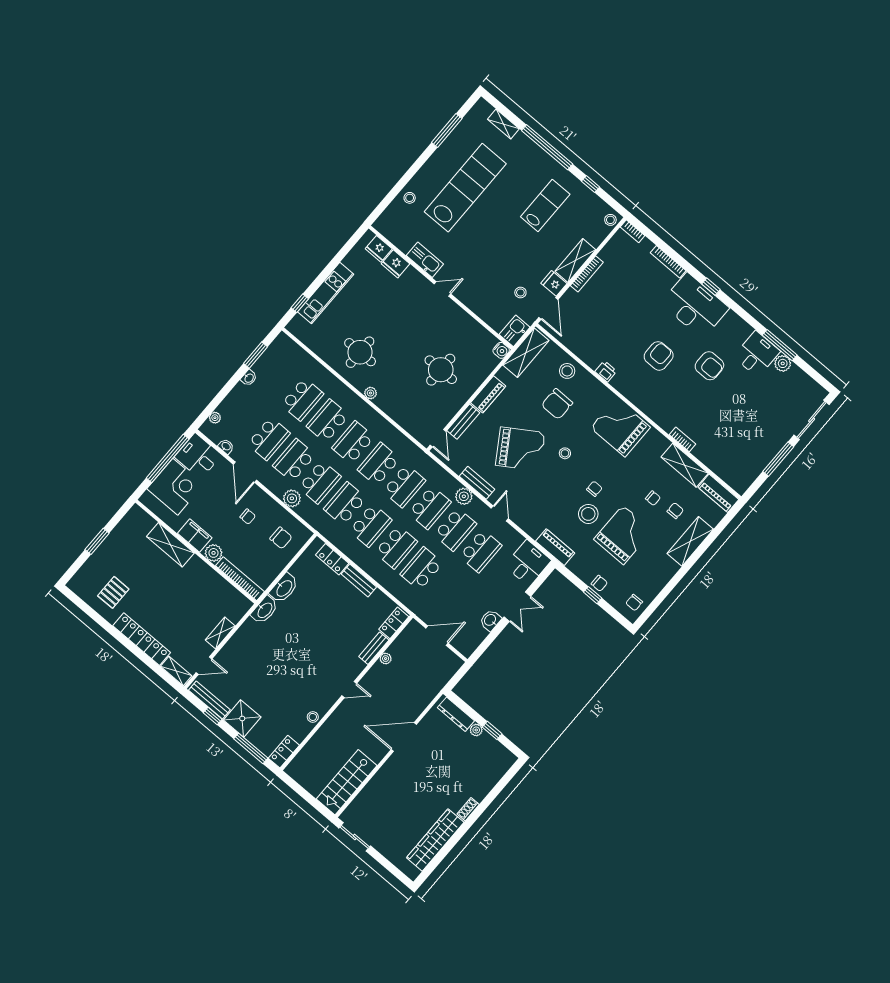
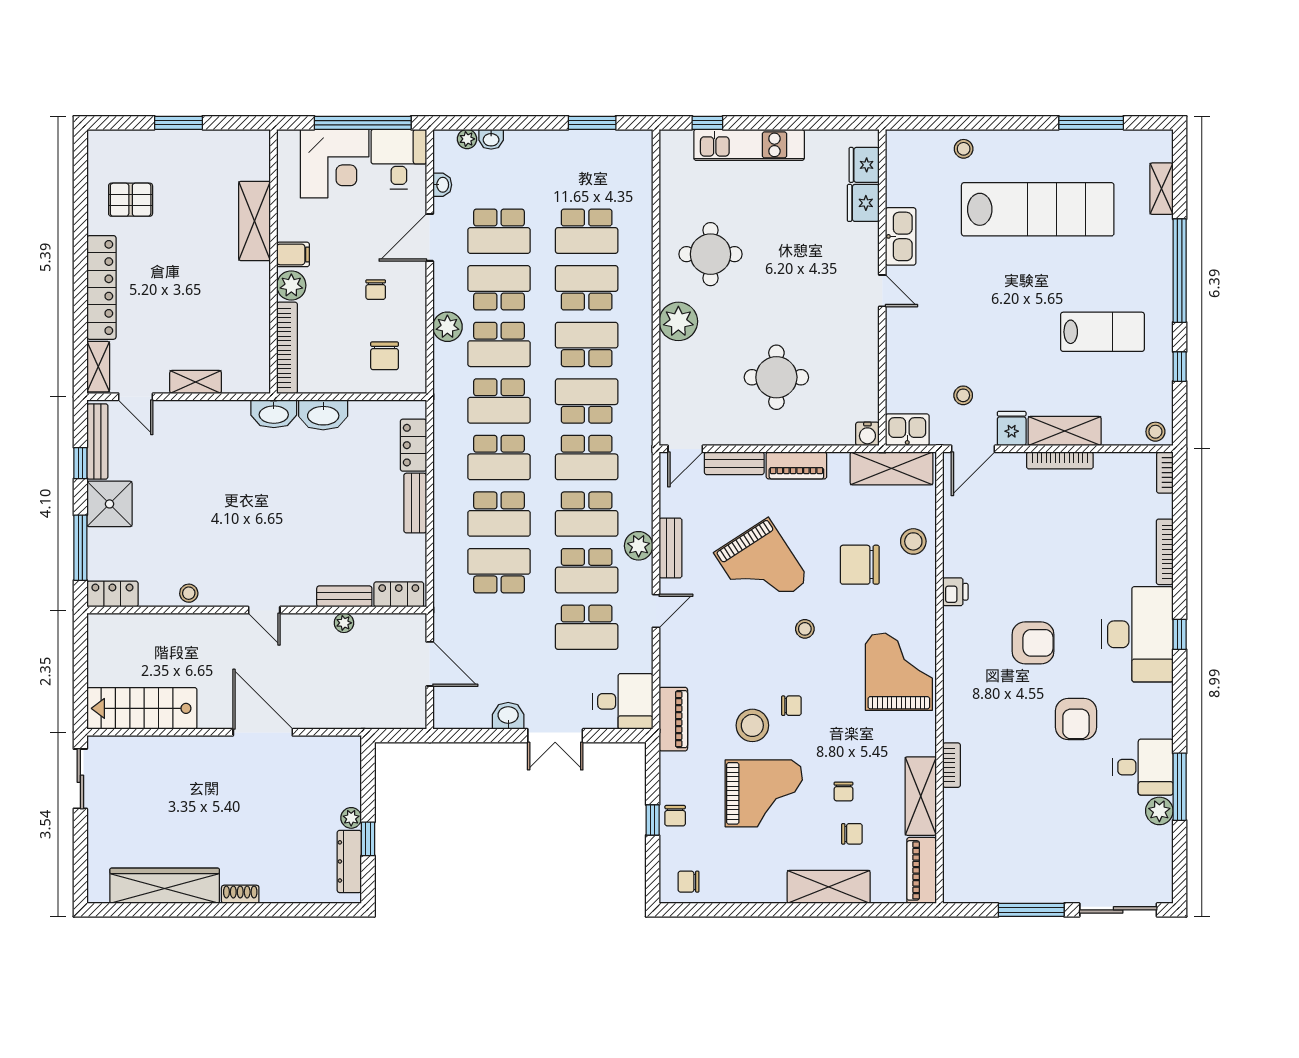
washbasin: (249, 378) -> (491, 139), moved
plant: (371, 393) -> (678, 321), width x1.88, depth x1.88
school desk: (345, 504) -> (499, 401), turned 180
filing cabinet: (195, 536) -> (293, 254), width x0.50
dresser: (456, 714) -> (349, 861), moved

